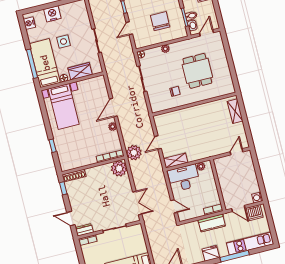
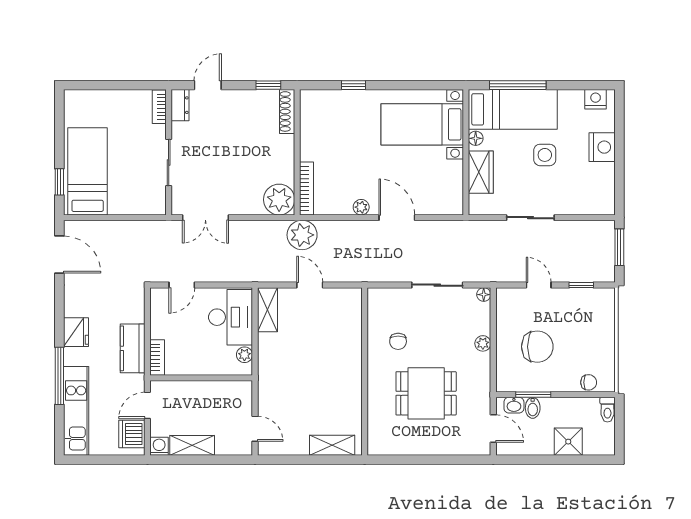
shelving: (253, 181) -> (192, 445), added

